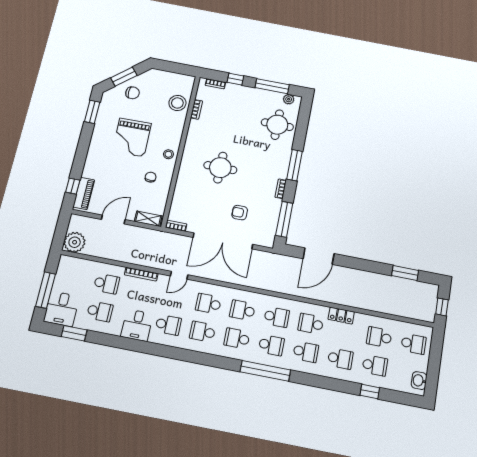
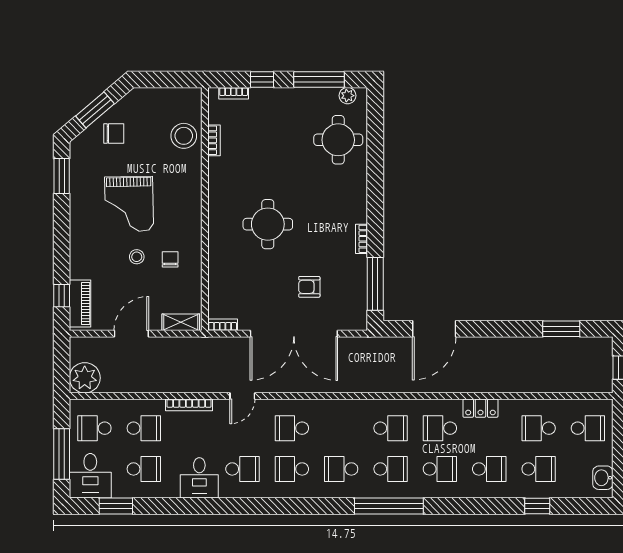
stool: (168, 154) -> (137, 257), moved
window: (295, 165) -> (375, 198), removed
school desk: (242, 310) -> (94, 428), moved

